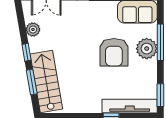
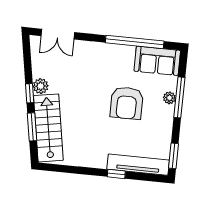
plant: (33, 29) -> (41, 86), moved
plant: (147, 49) -> (169, 98), width x0.53, depth x0.53

